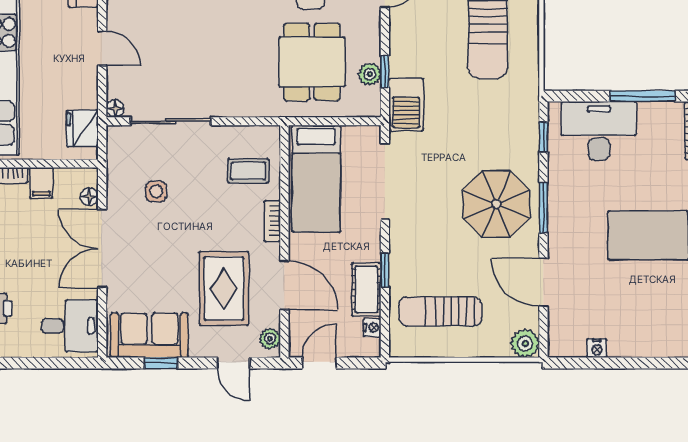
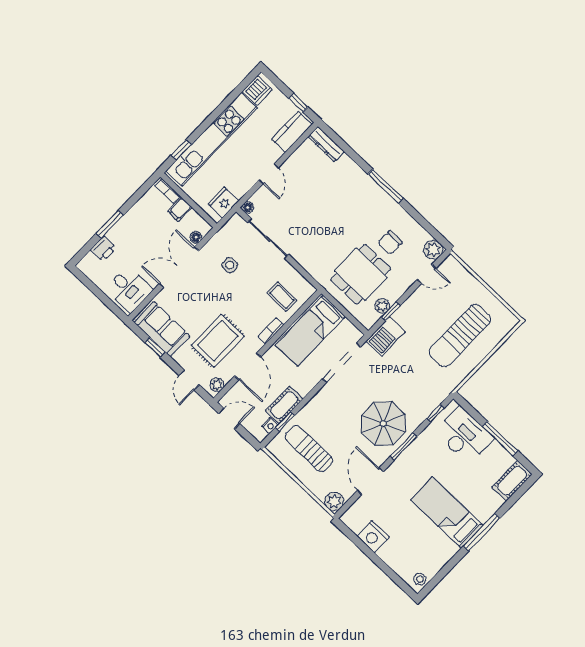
window: (385, 270) -> (285, 422), moved
nightstand: (597, 348) -> (373, 537), width x1.89, depth x1.79

